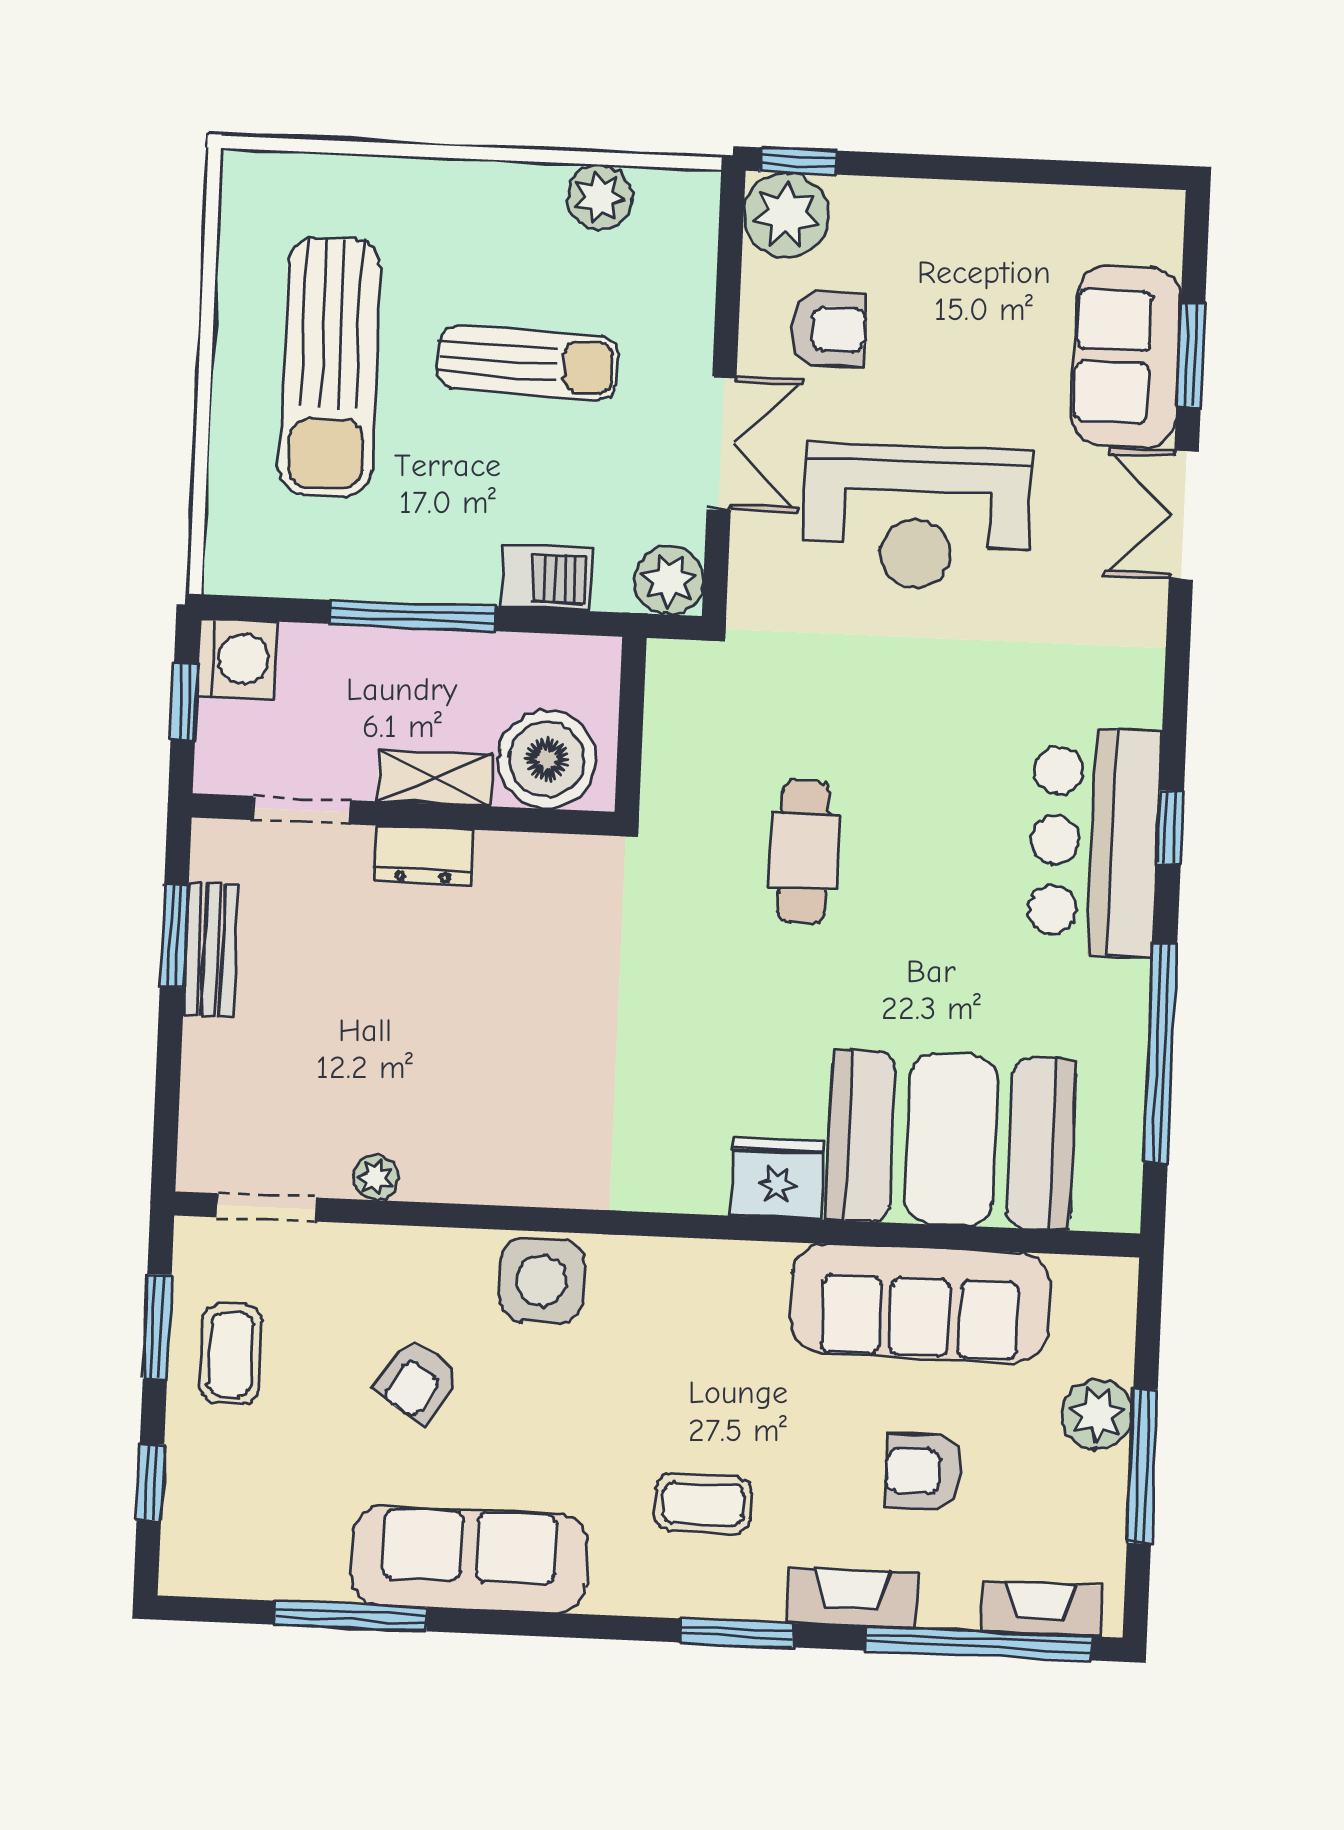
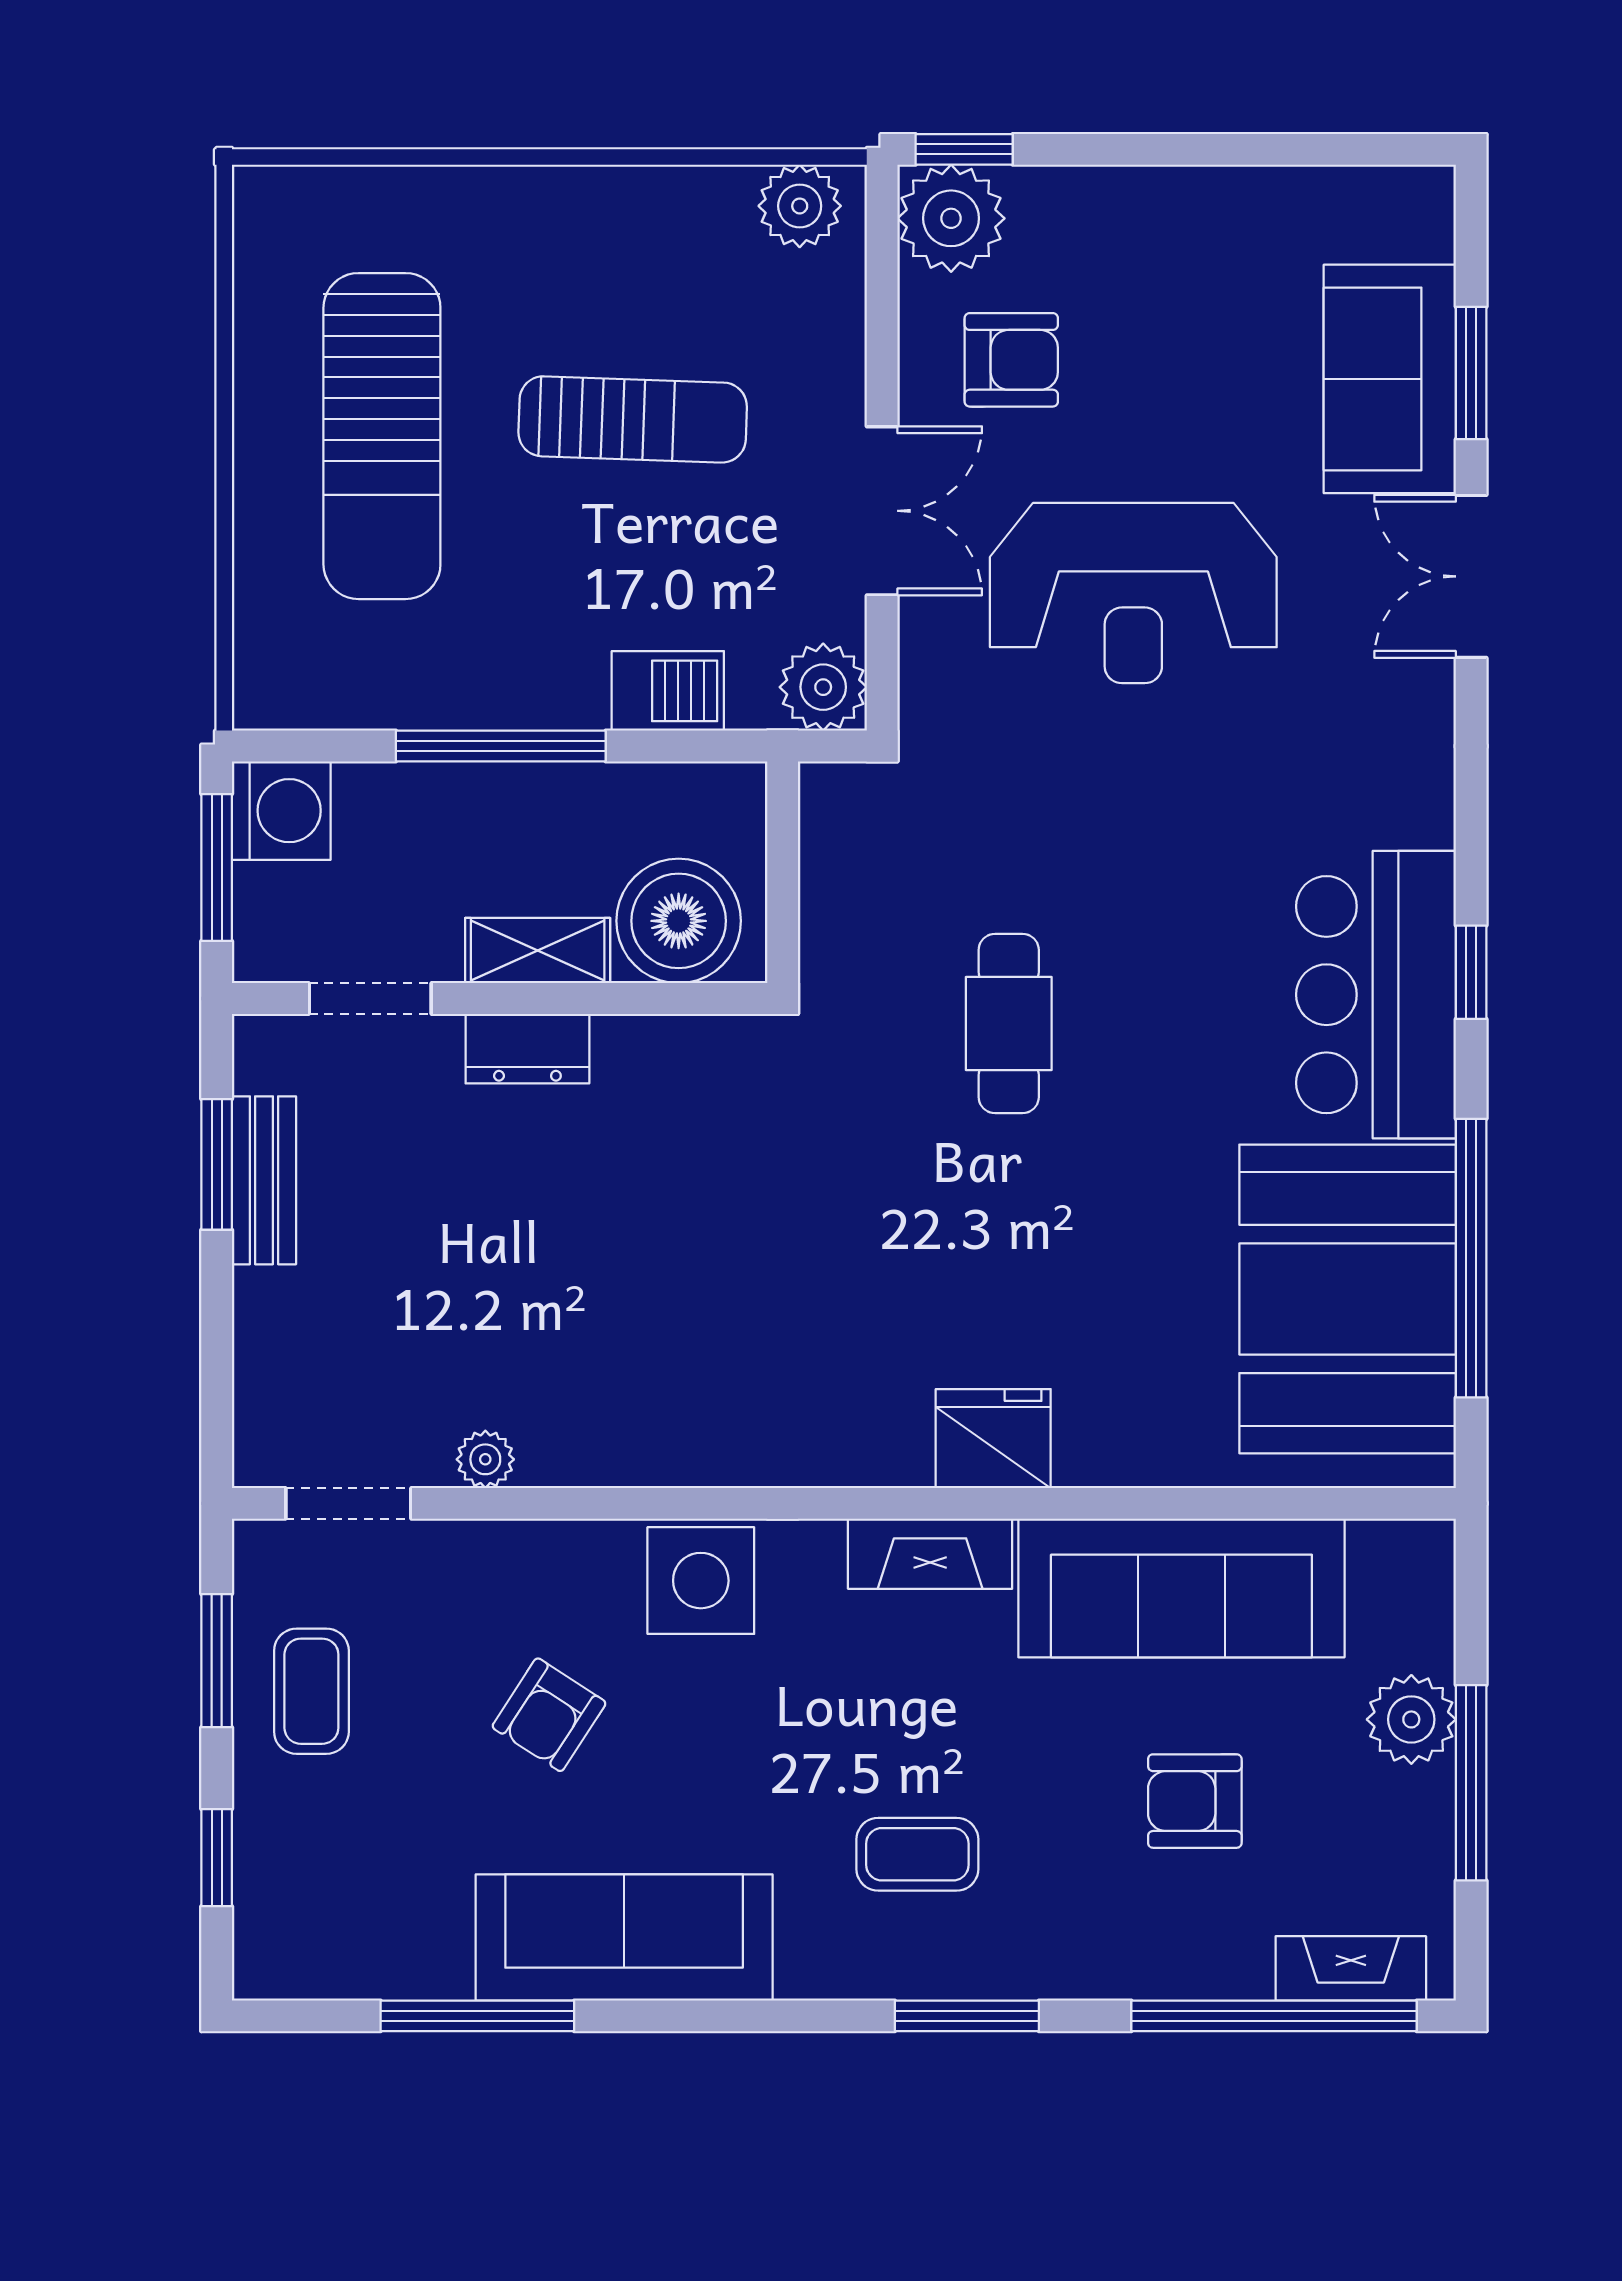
plant: (600, 197) -> (800, 206), moved
window: (184, 702) -> (217, 867), width x1.50
booth: (951, 1140) -> (1348, 1299), moved, turned 90
fireplace: (852, 1598) -> (930, 1554), moved, turned 180

